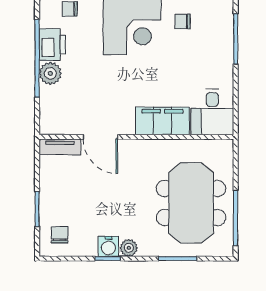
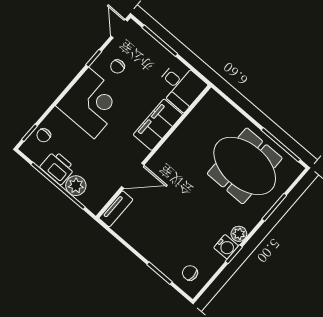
desk: (212, 112) -> (181, 86), moved
filing cabinet: (162, 121) -> (158, 125), moved
door: (100, 137) -> (133, 176), moved
wall: (136, 137) -> (153, 152), moved
tv unit: (60, 147) -> (116, 209), moved

